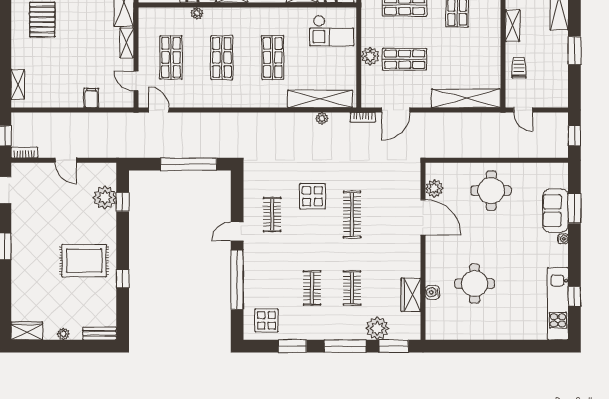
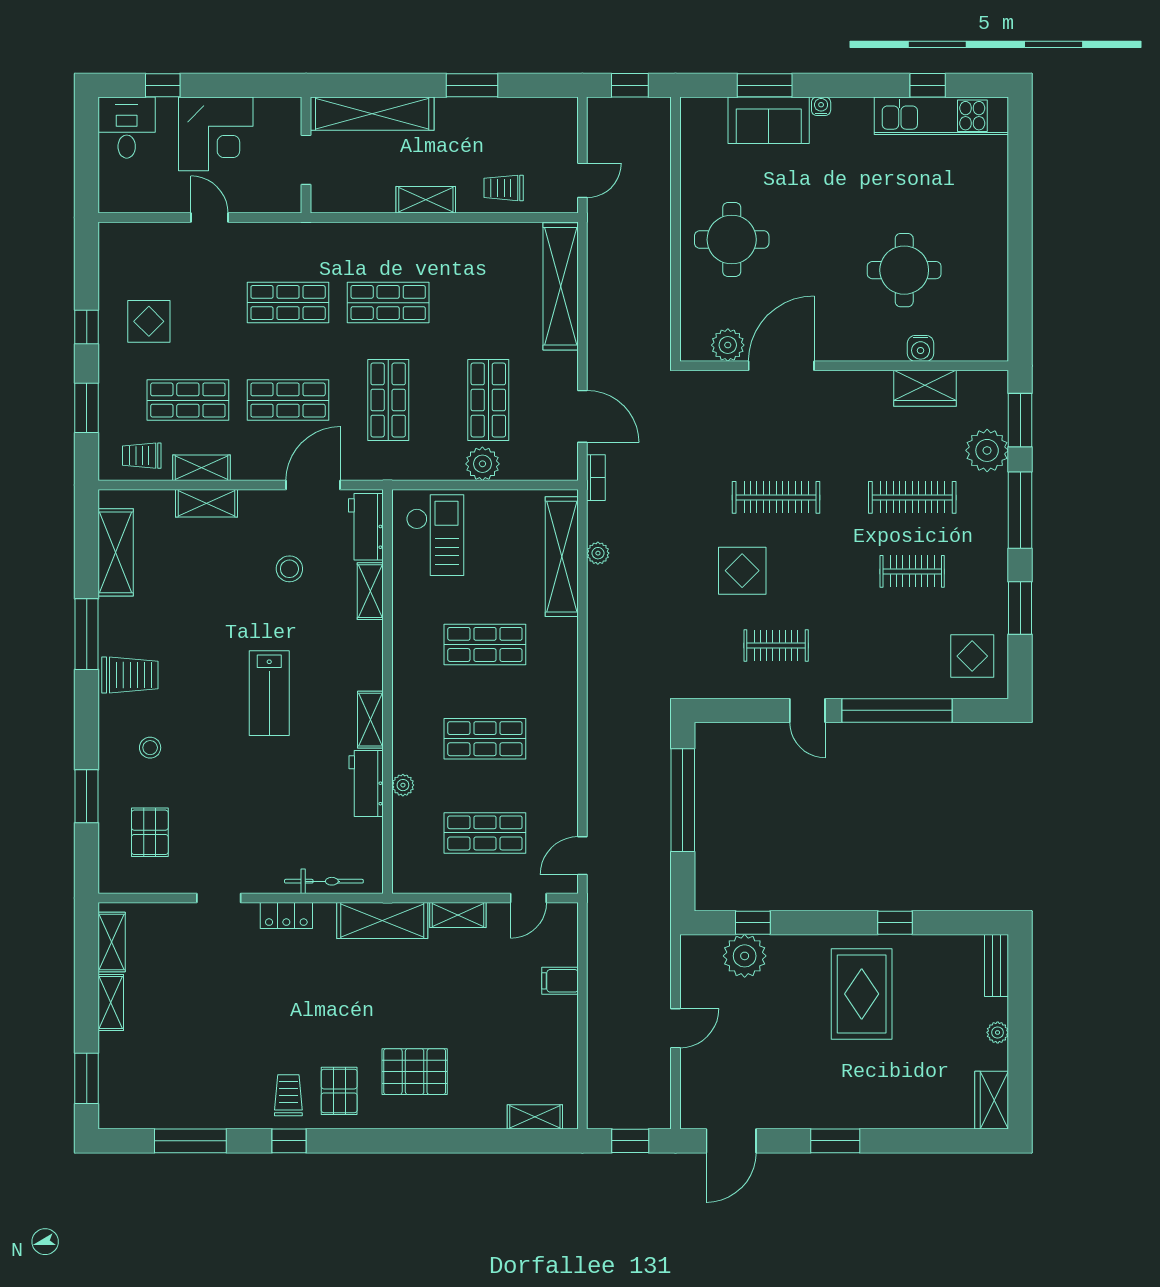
bookcase: (24, 153) -> (661, 1105), removed
clothes rail: (352, 288) -> (912, 497), width x1.36

